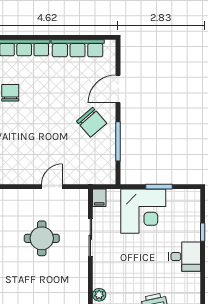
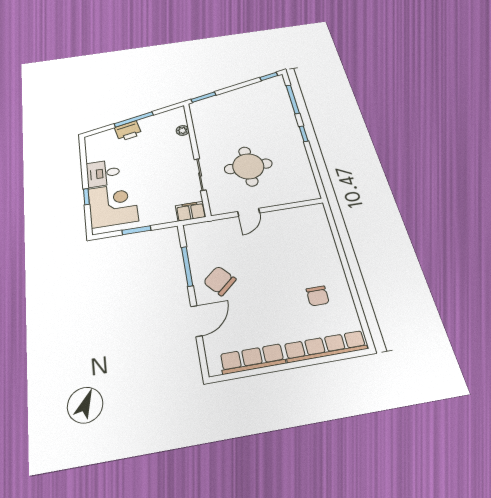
filing cabinet: (99, 198) -> (191, 211), width x2.00
corner desk: (143, 211) -> (113, 205), moved, turned 90
round table: (42, 238) -> (248, 166), width x1.36, depth x1.36

